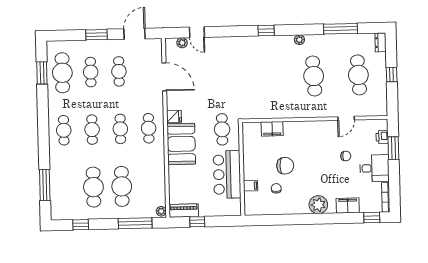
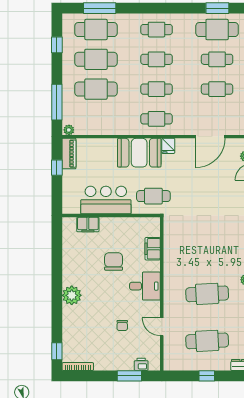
chair: (285, 166) -> (114, 261), turned 180
desk: (374, 168) -> (145, 286), moved, turned -90
filing cabinet: (251, 186) -> (88, 225), width x2.00
cafe table: (65, 188) -> (96, 30), added
chair: (276, 188) -> (90, 252), removed
filing cabinet: (348, 206) -> (70, 326), removed

